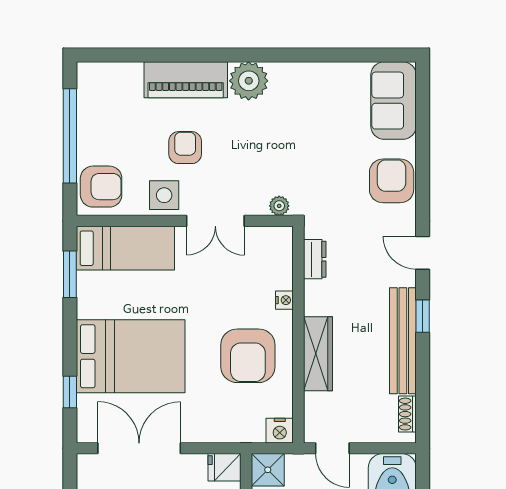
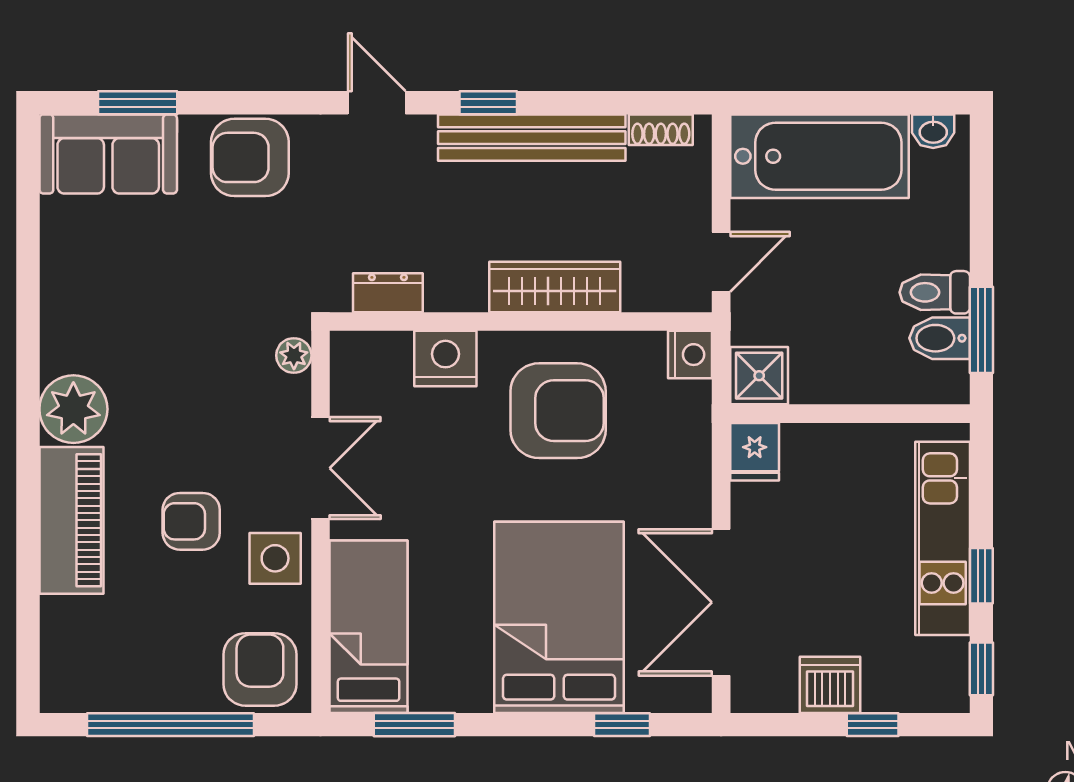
window: (423, 117) -> (138, 103), added
door: (423, 253) -> (377, 103), swing flipped
nightstand: (284, 300) -> (445, 359), width x1.89, depth x1.79

